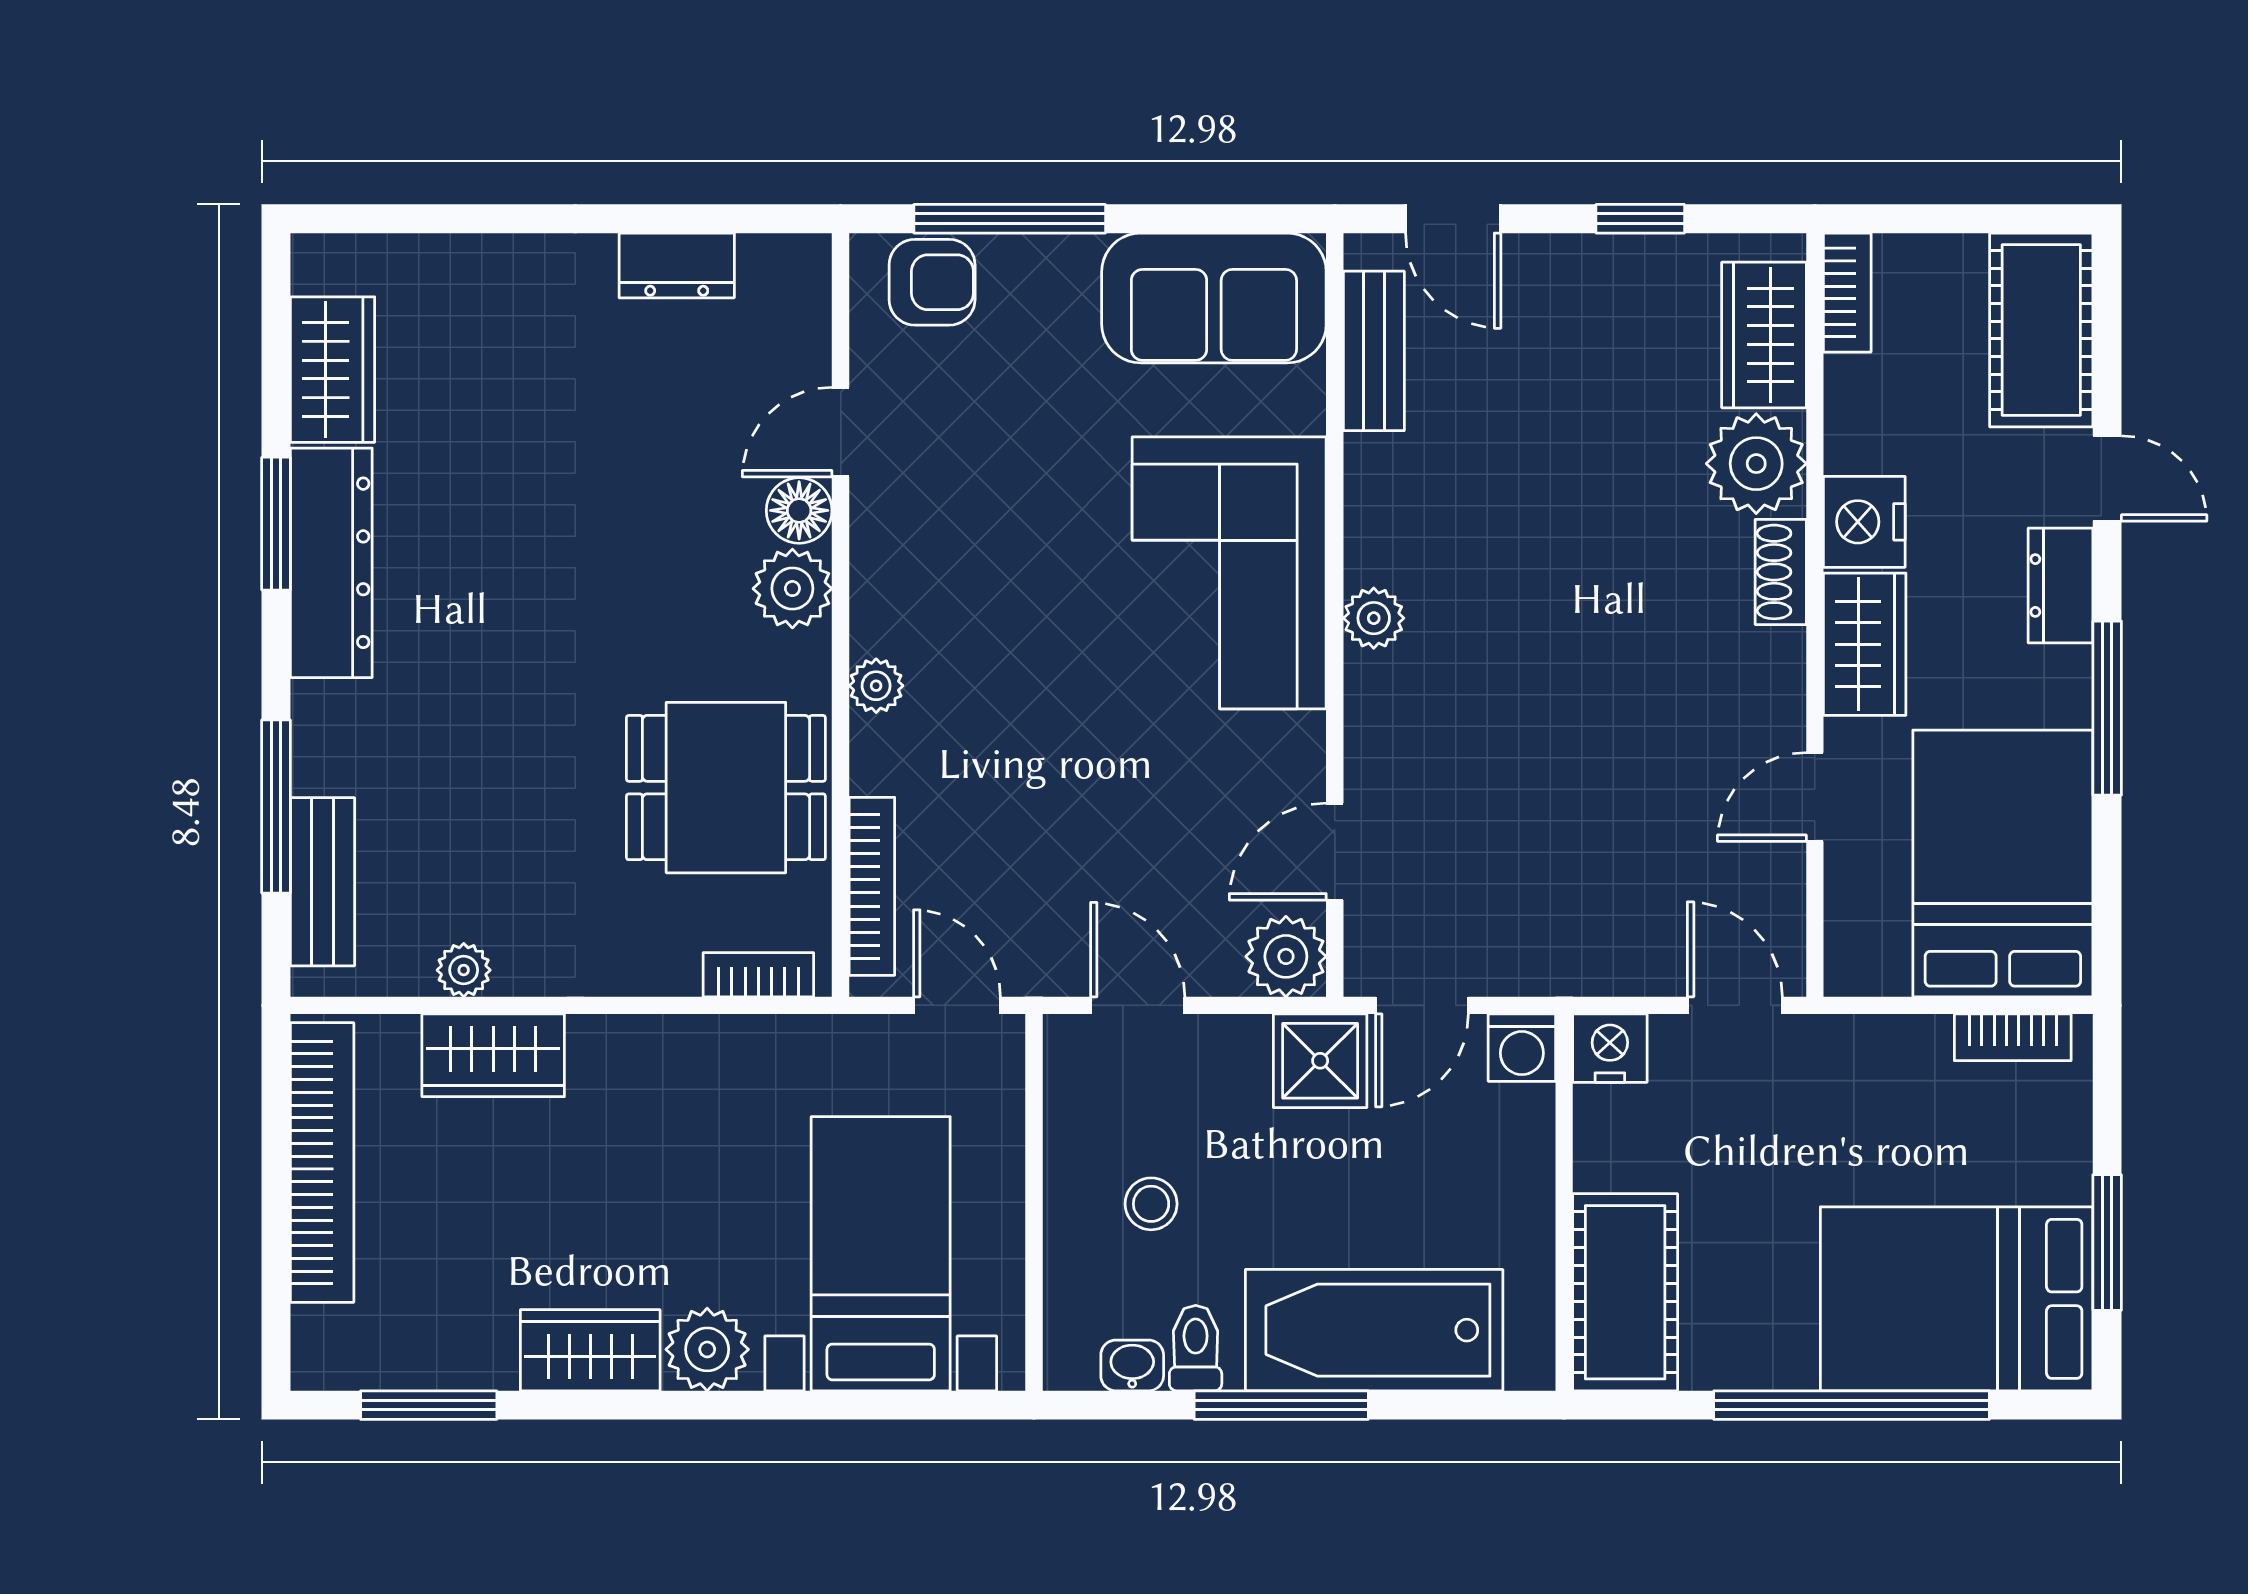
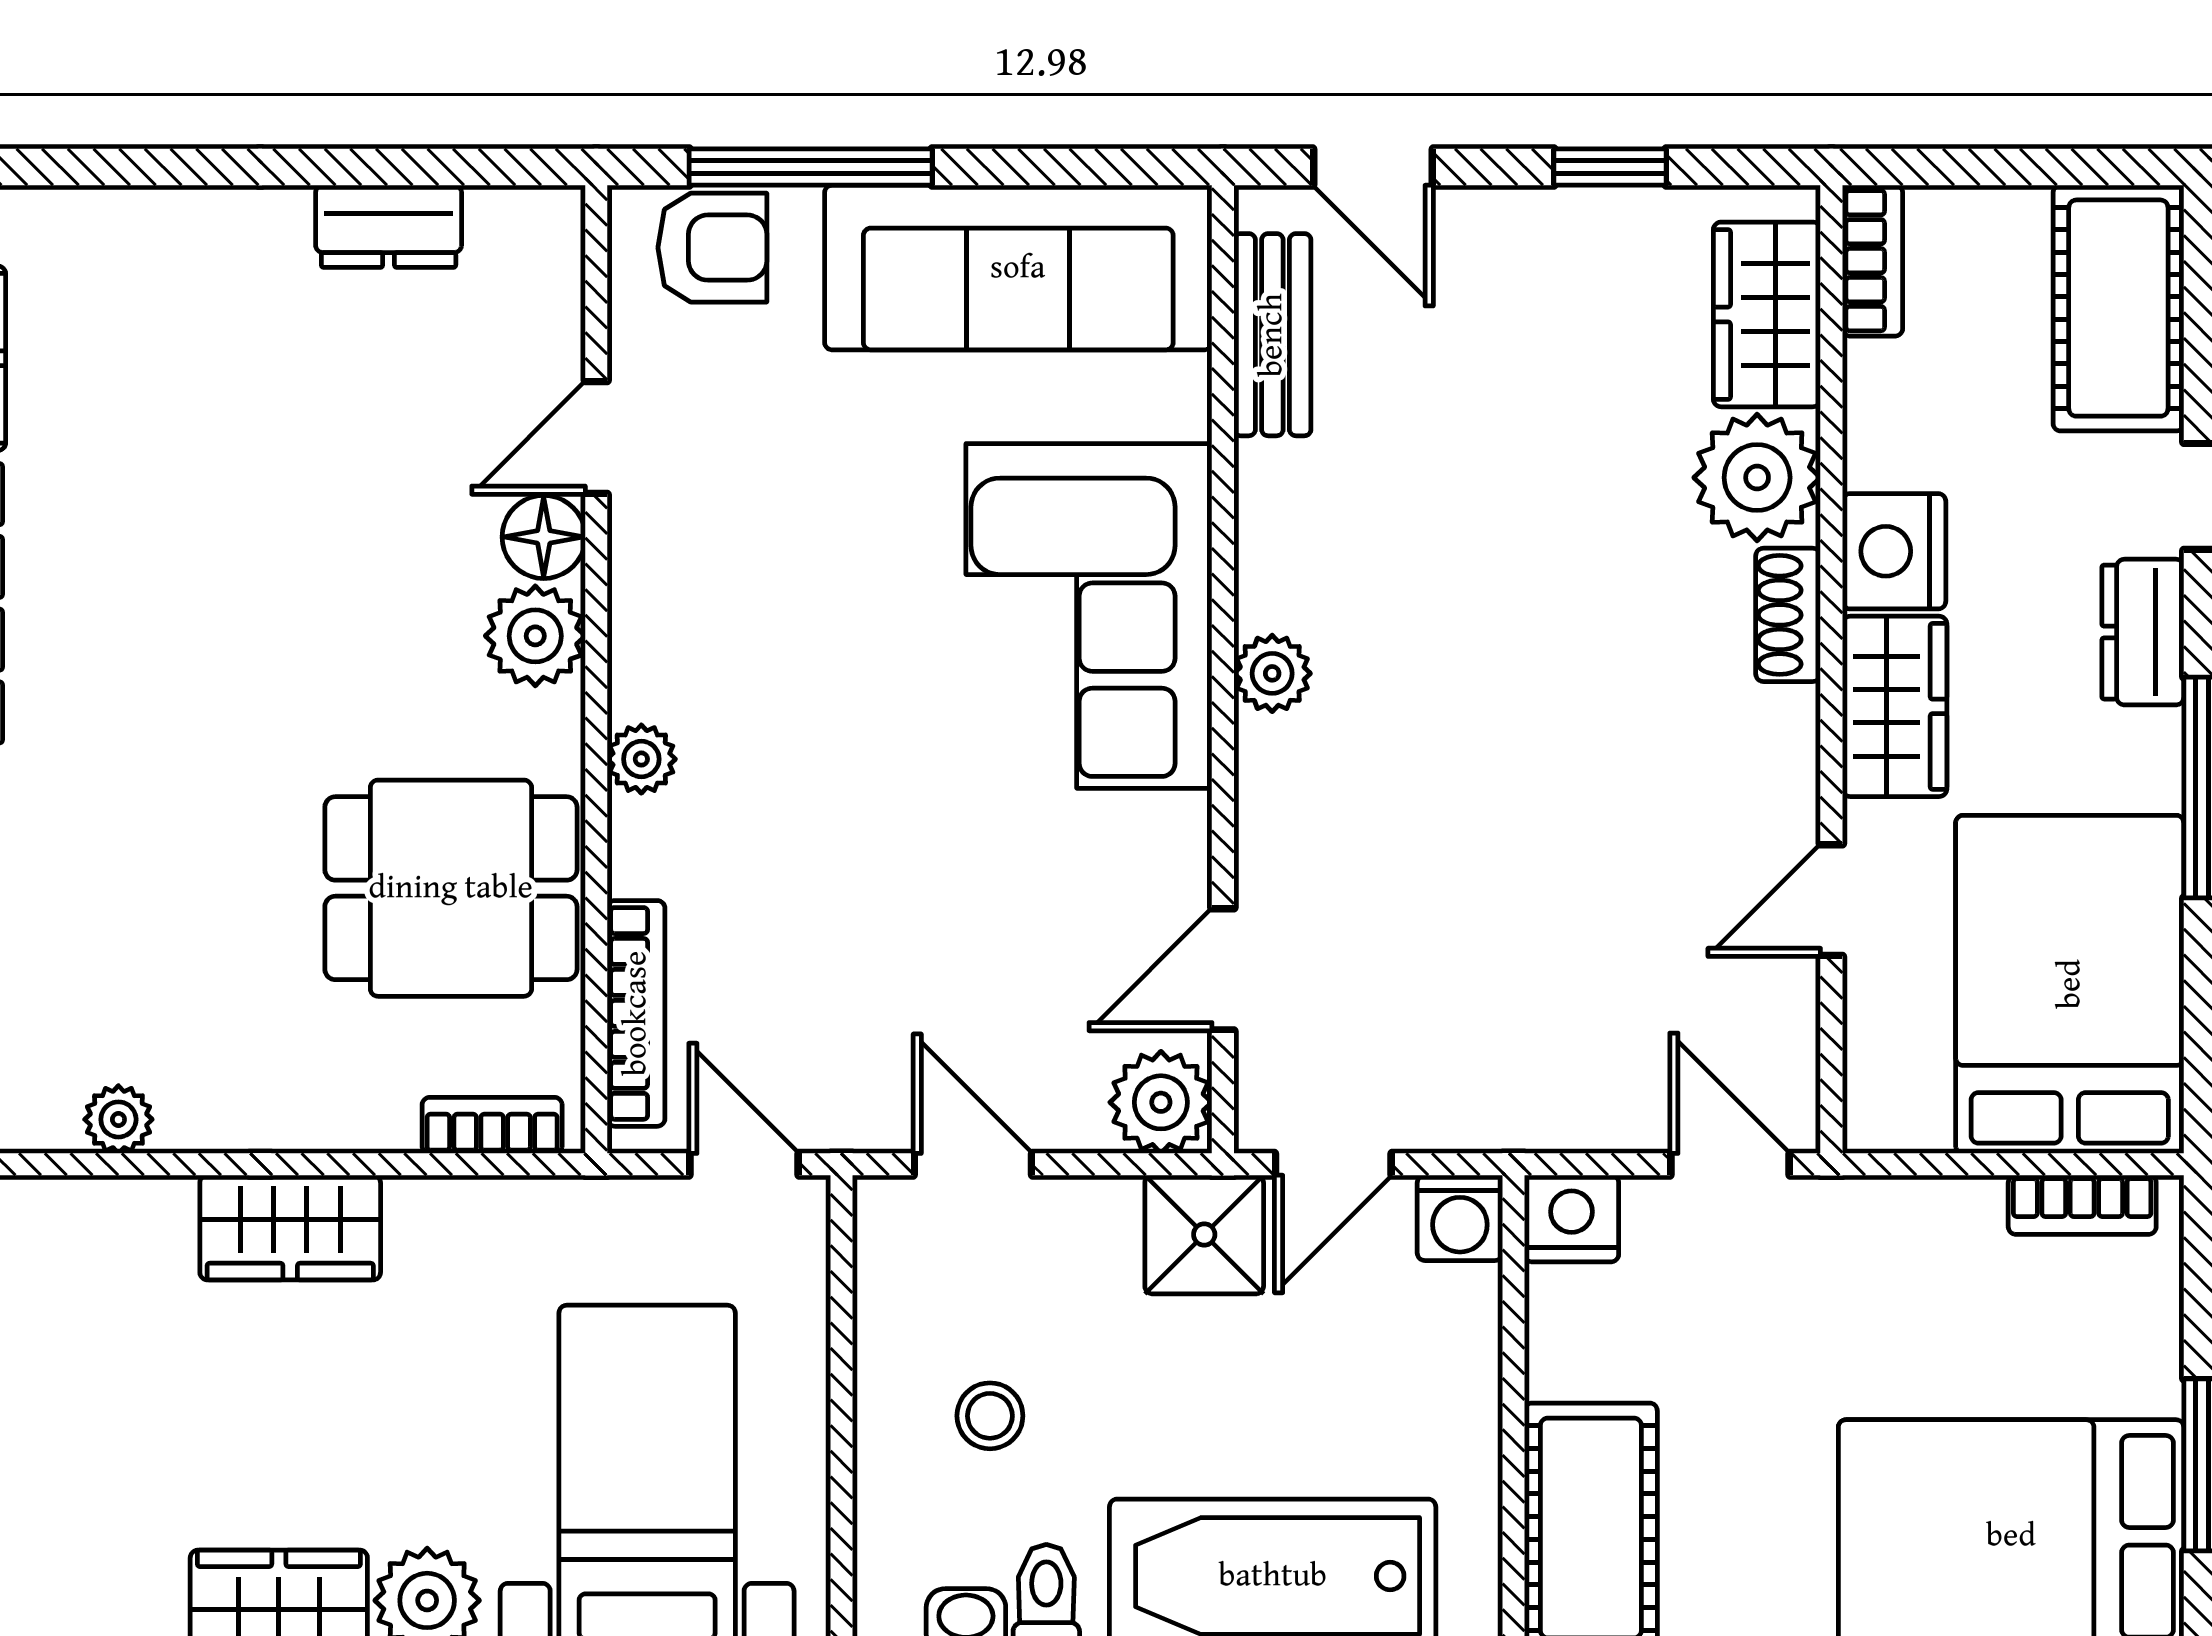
sofa: (1214, 298) -> (1018, 268), width x1.36
wardrobe: (493, 1055) -> (290, 1228), moved

